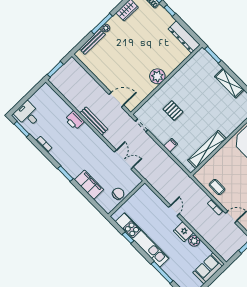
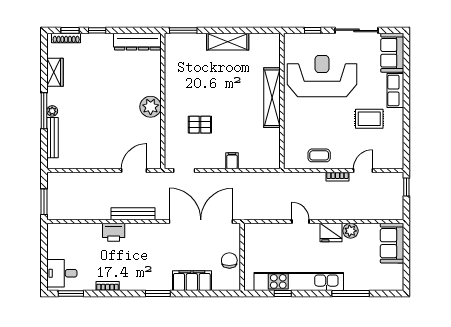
shelving: (207, 149) -> (272, 98), moved
double door: (124, 160) -> (201, 221), width x1.87

